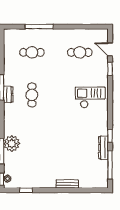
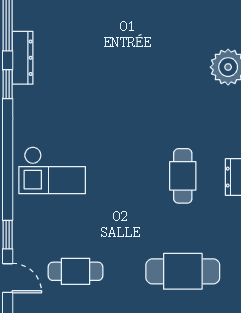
cafe table: (32, 52) -> (183, 271), width x1.37, depth x1.35

